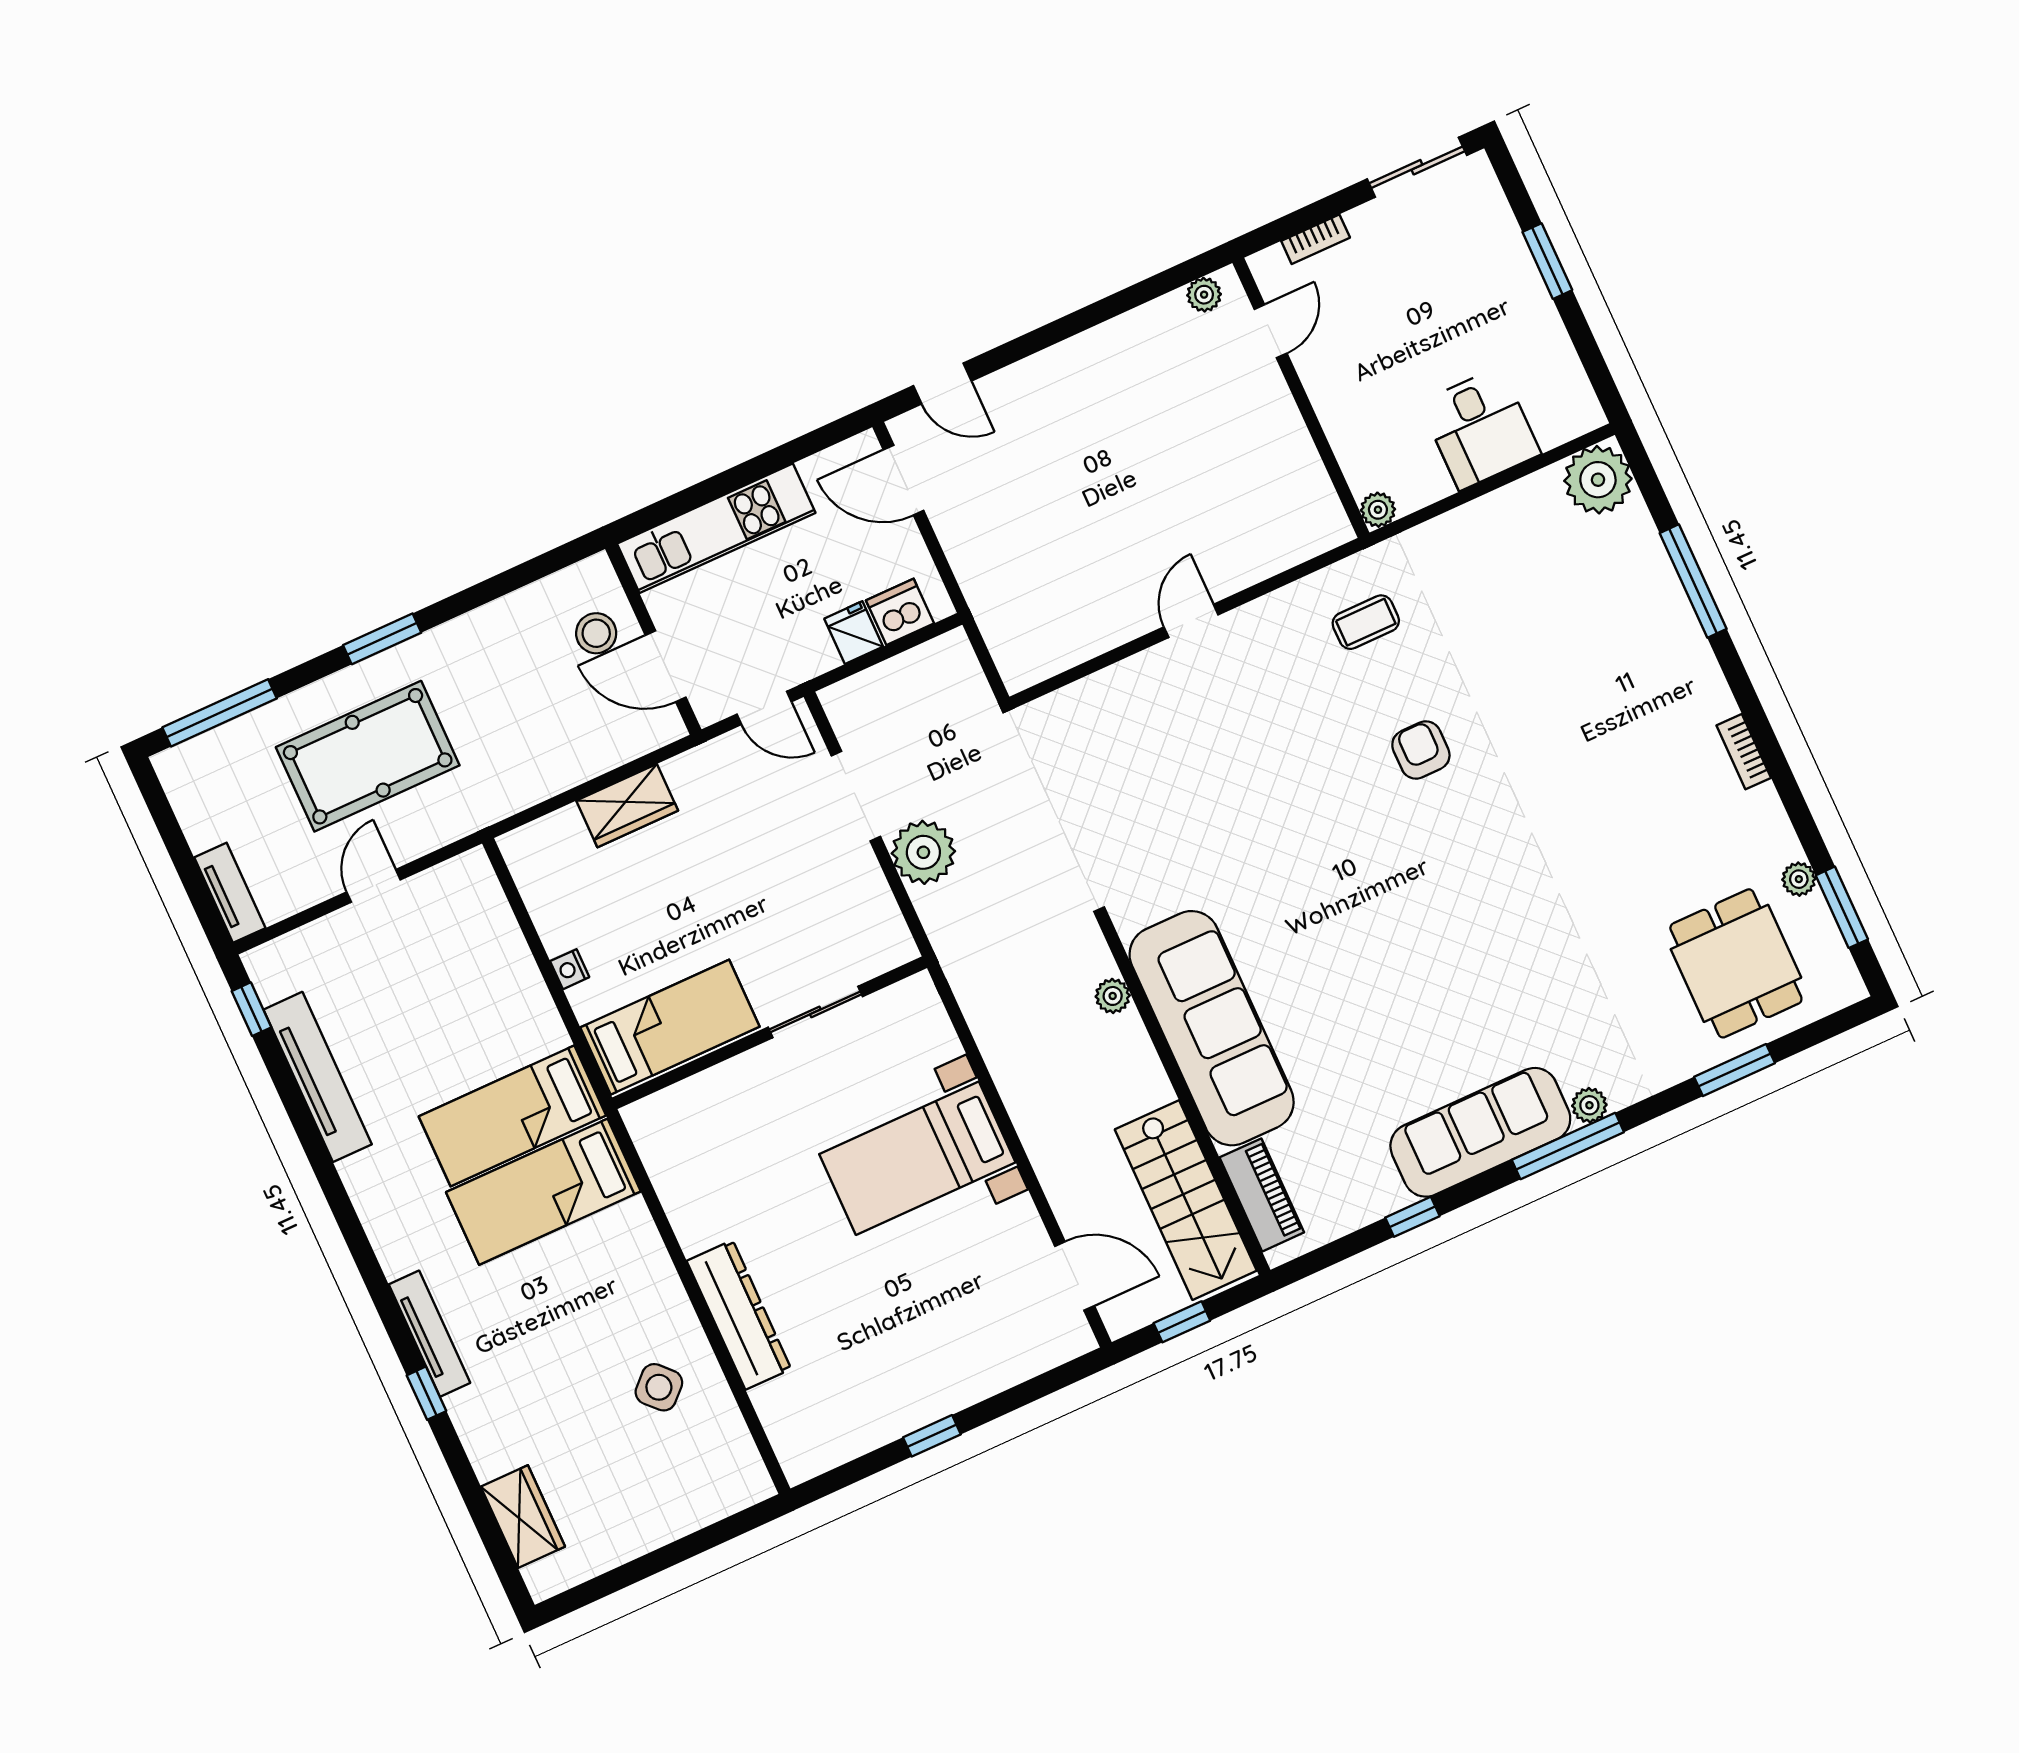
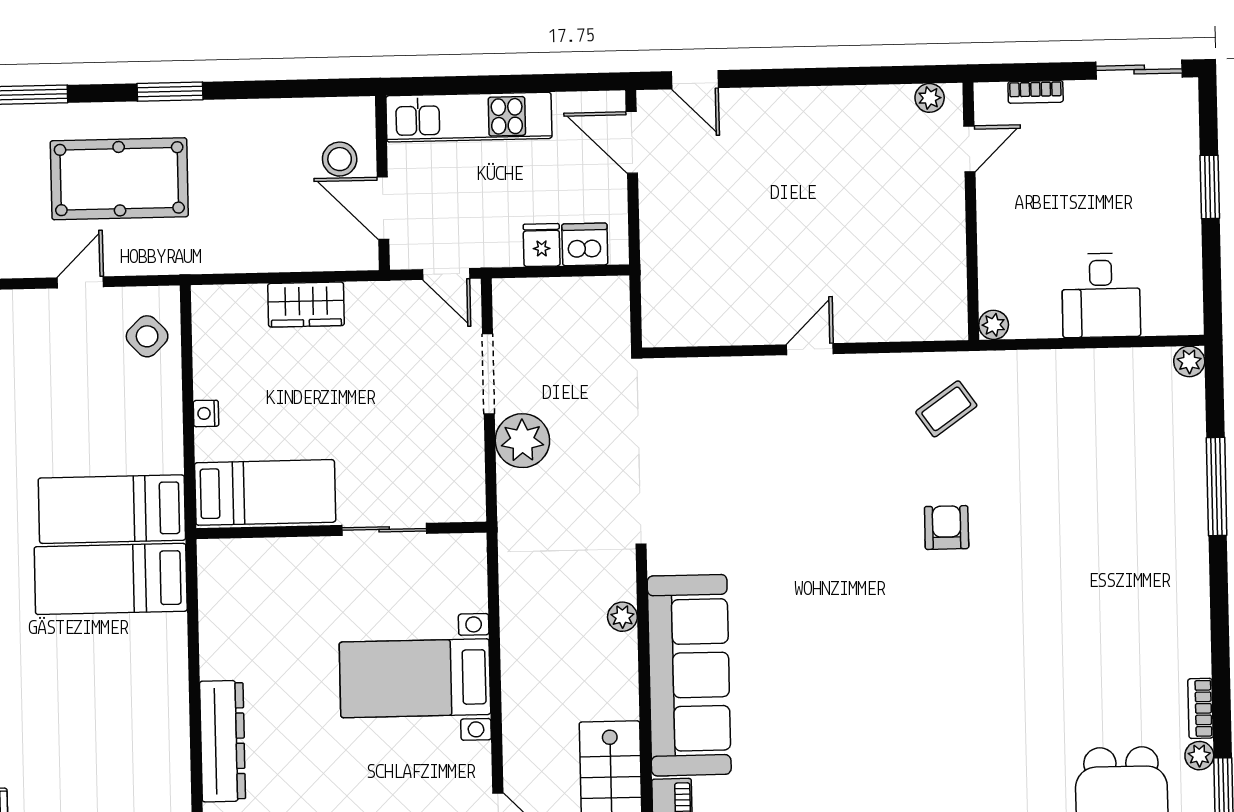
plant: (1598, 480) -> (1189, 361), width x0.53, depth x0.53
coffee table: (1366, 622) -> (946, 409), turned -35
bookcase: (1744, 752) -> (1201, 708), moved
side table: (659, 1387) -> (147, 336), moved

